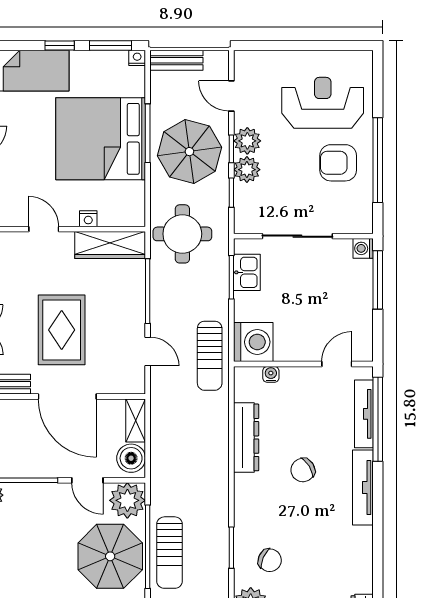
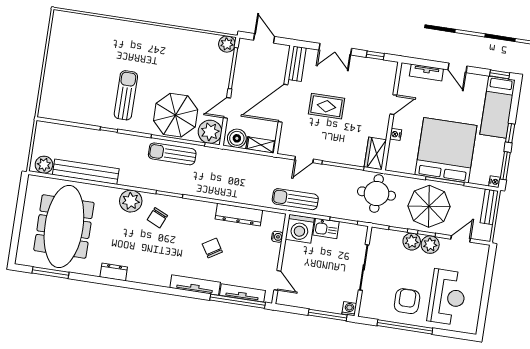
wardrobe: (110, 245) -> (375, 153), width x0.67
kitchen sink: (247, 272) -> (326, 228), moved
rug: (62, 330) -> (326, 106), width x0.73, depth x0.70

